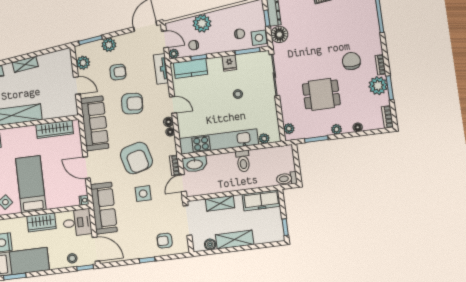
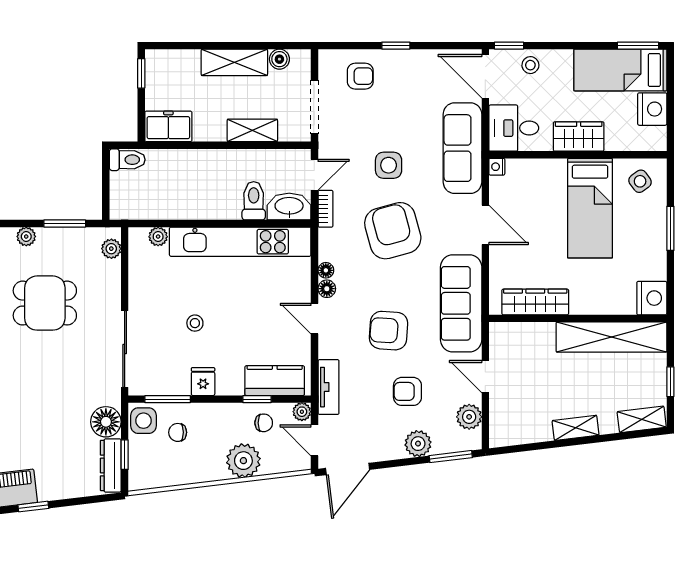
toilet: (243, 161) -> (254, 201), moved
freezer: (261, 200) -> (168, 126), width x0.71

